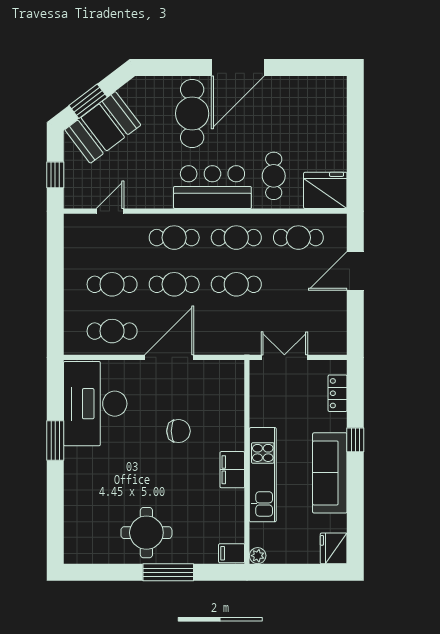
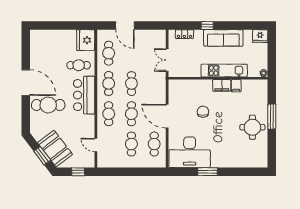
filing cabinet: (232, 553) -> (236, 86), moved

